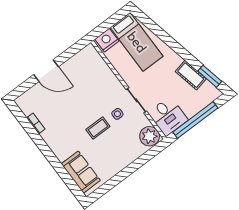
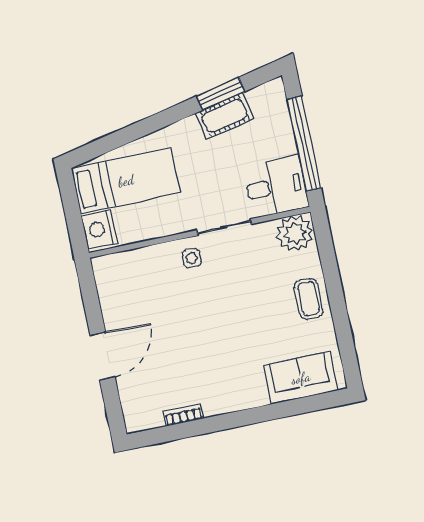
window: (210, 76) -> (221, 94), moved
side table: (117, 114) -> (192, 258), moved
coffee table: (98, 128) -> (309, 299), moved

